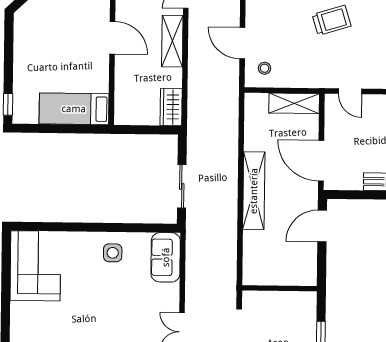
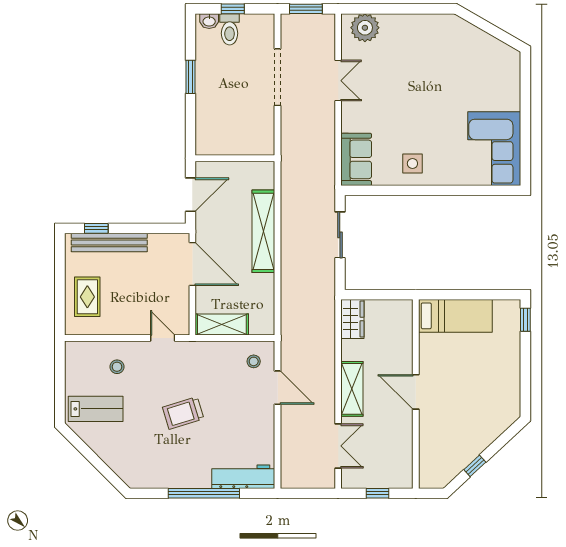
wall: (279, 288) -> (235, 158), moved

